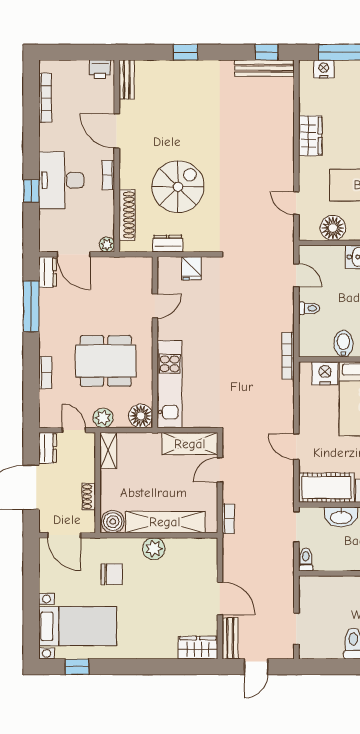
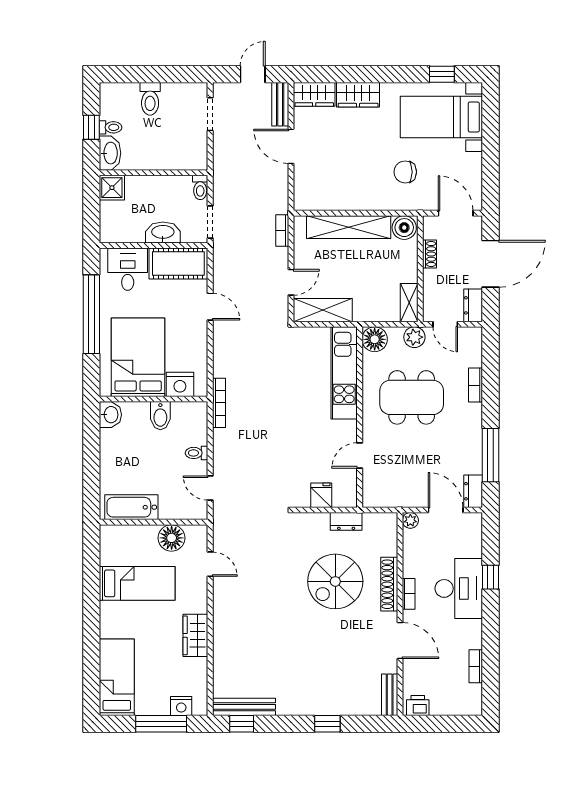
bookcase: (45, 98) -> (476, 666), width x0.64
shoe rack: (127, 215) -> (389, 584), moved
plant: (154, 549) -> (361, 199), removed
wardrobe: (156, 647) -> (358, 95), added

